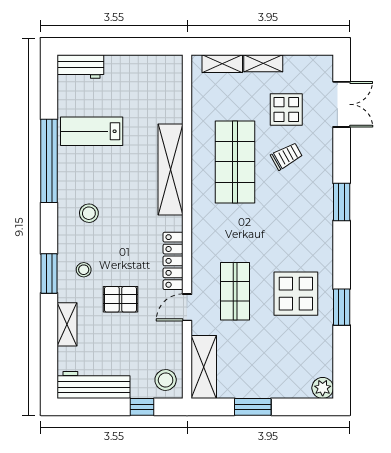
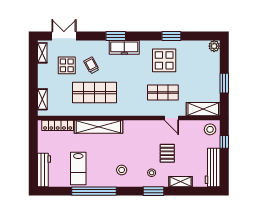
shelving: (263, 63) -> (42, 53), moved
workbench: (80, 67) -> (44, 170), width x1.38
freezer: (320, 218) -> (124, 47), added
locker: (173, 261) -> (58, 125), moved

